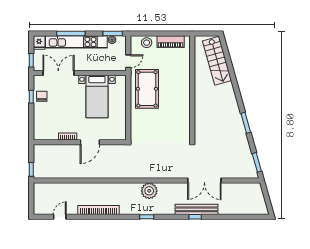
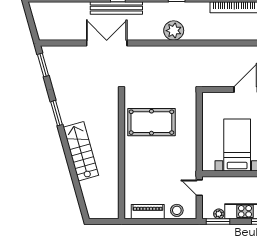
door: (128, 61) -> (199, 188), hinge flipped
stairs: (217, 61) -> (81, 151), moved
pool table: (147, 89) -> (151, 122), moved, turned 90

